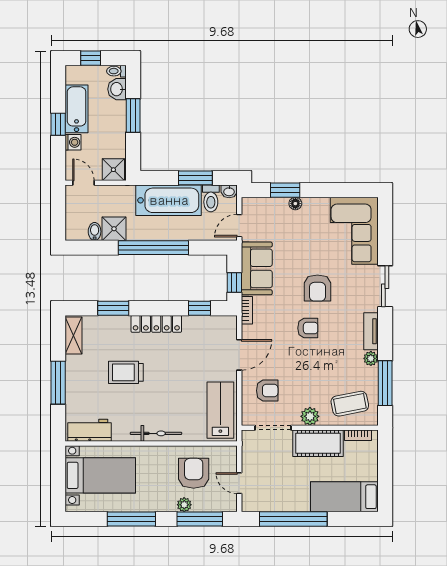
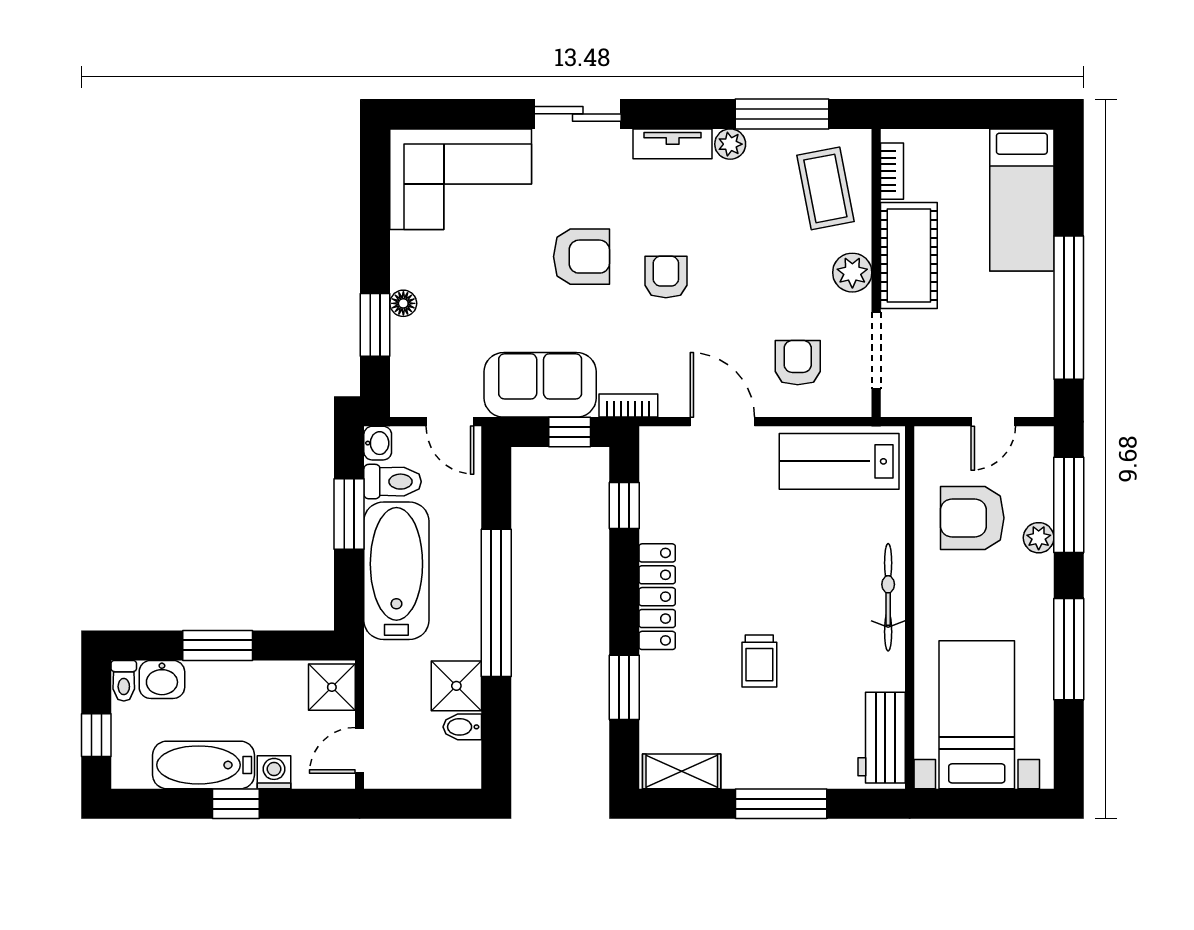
trolley: (126, 372) -> (759, 661), width x0.73, depth x0.72

